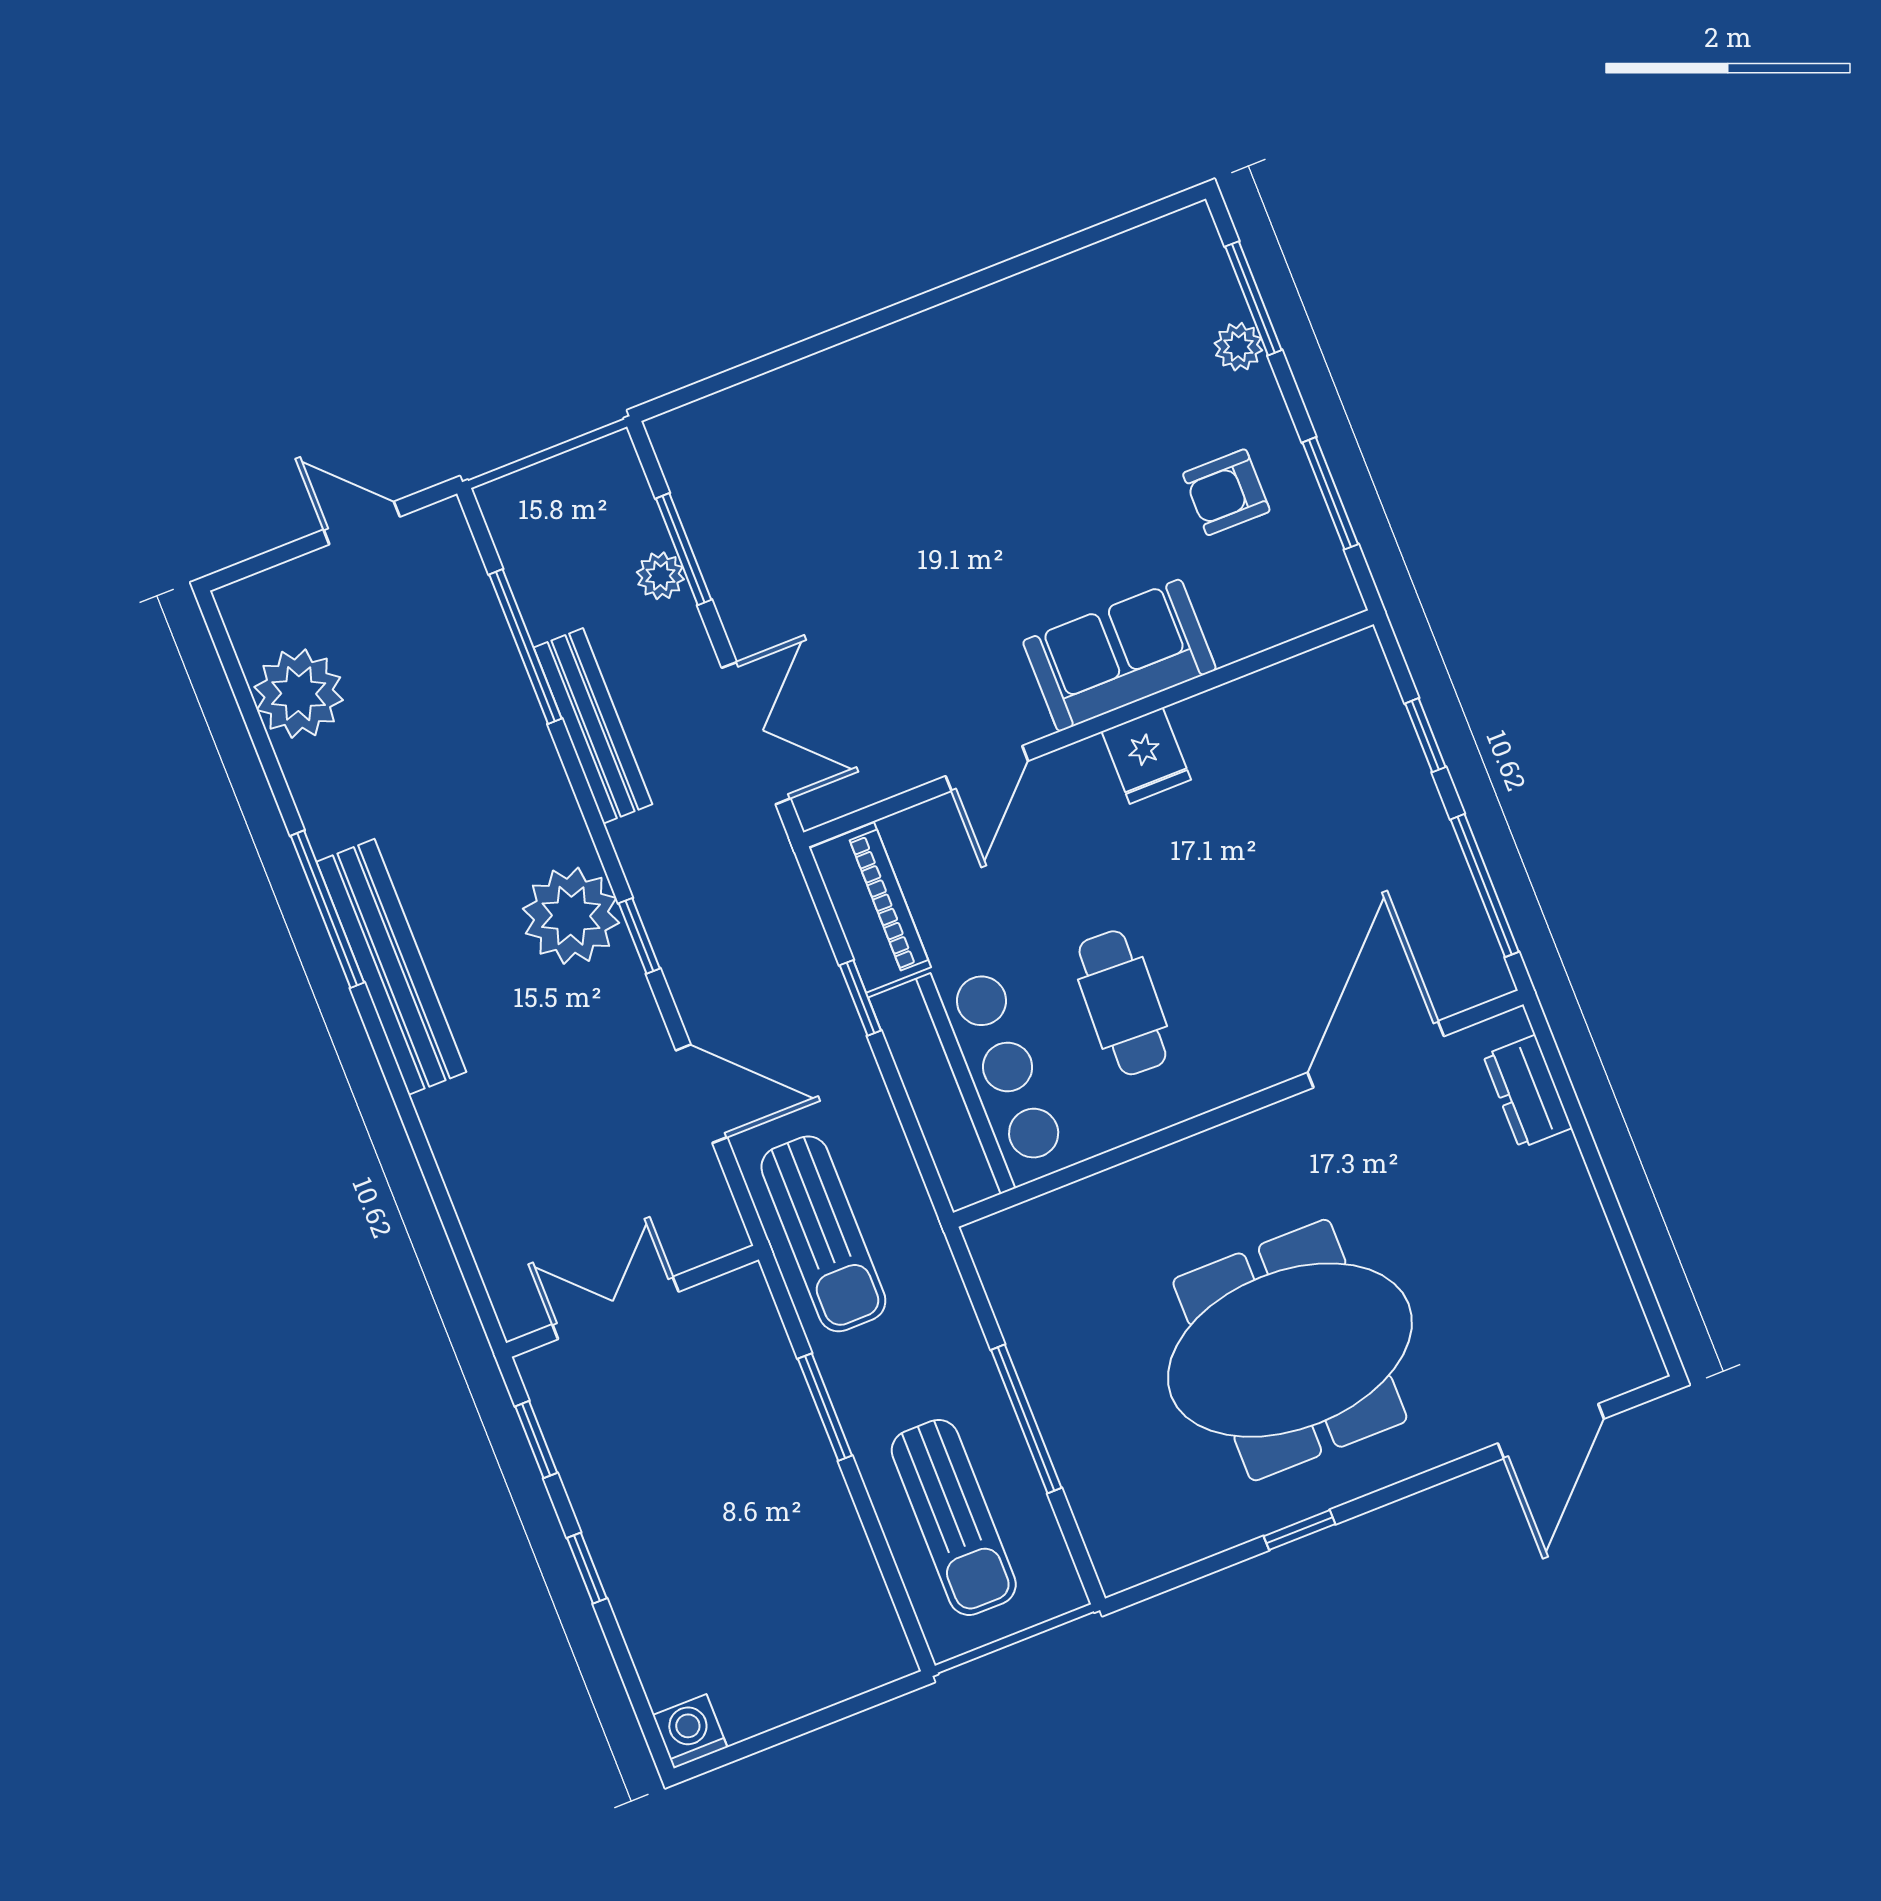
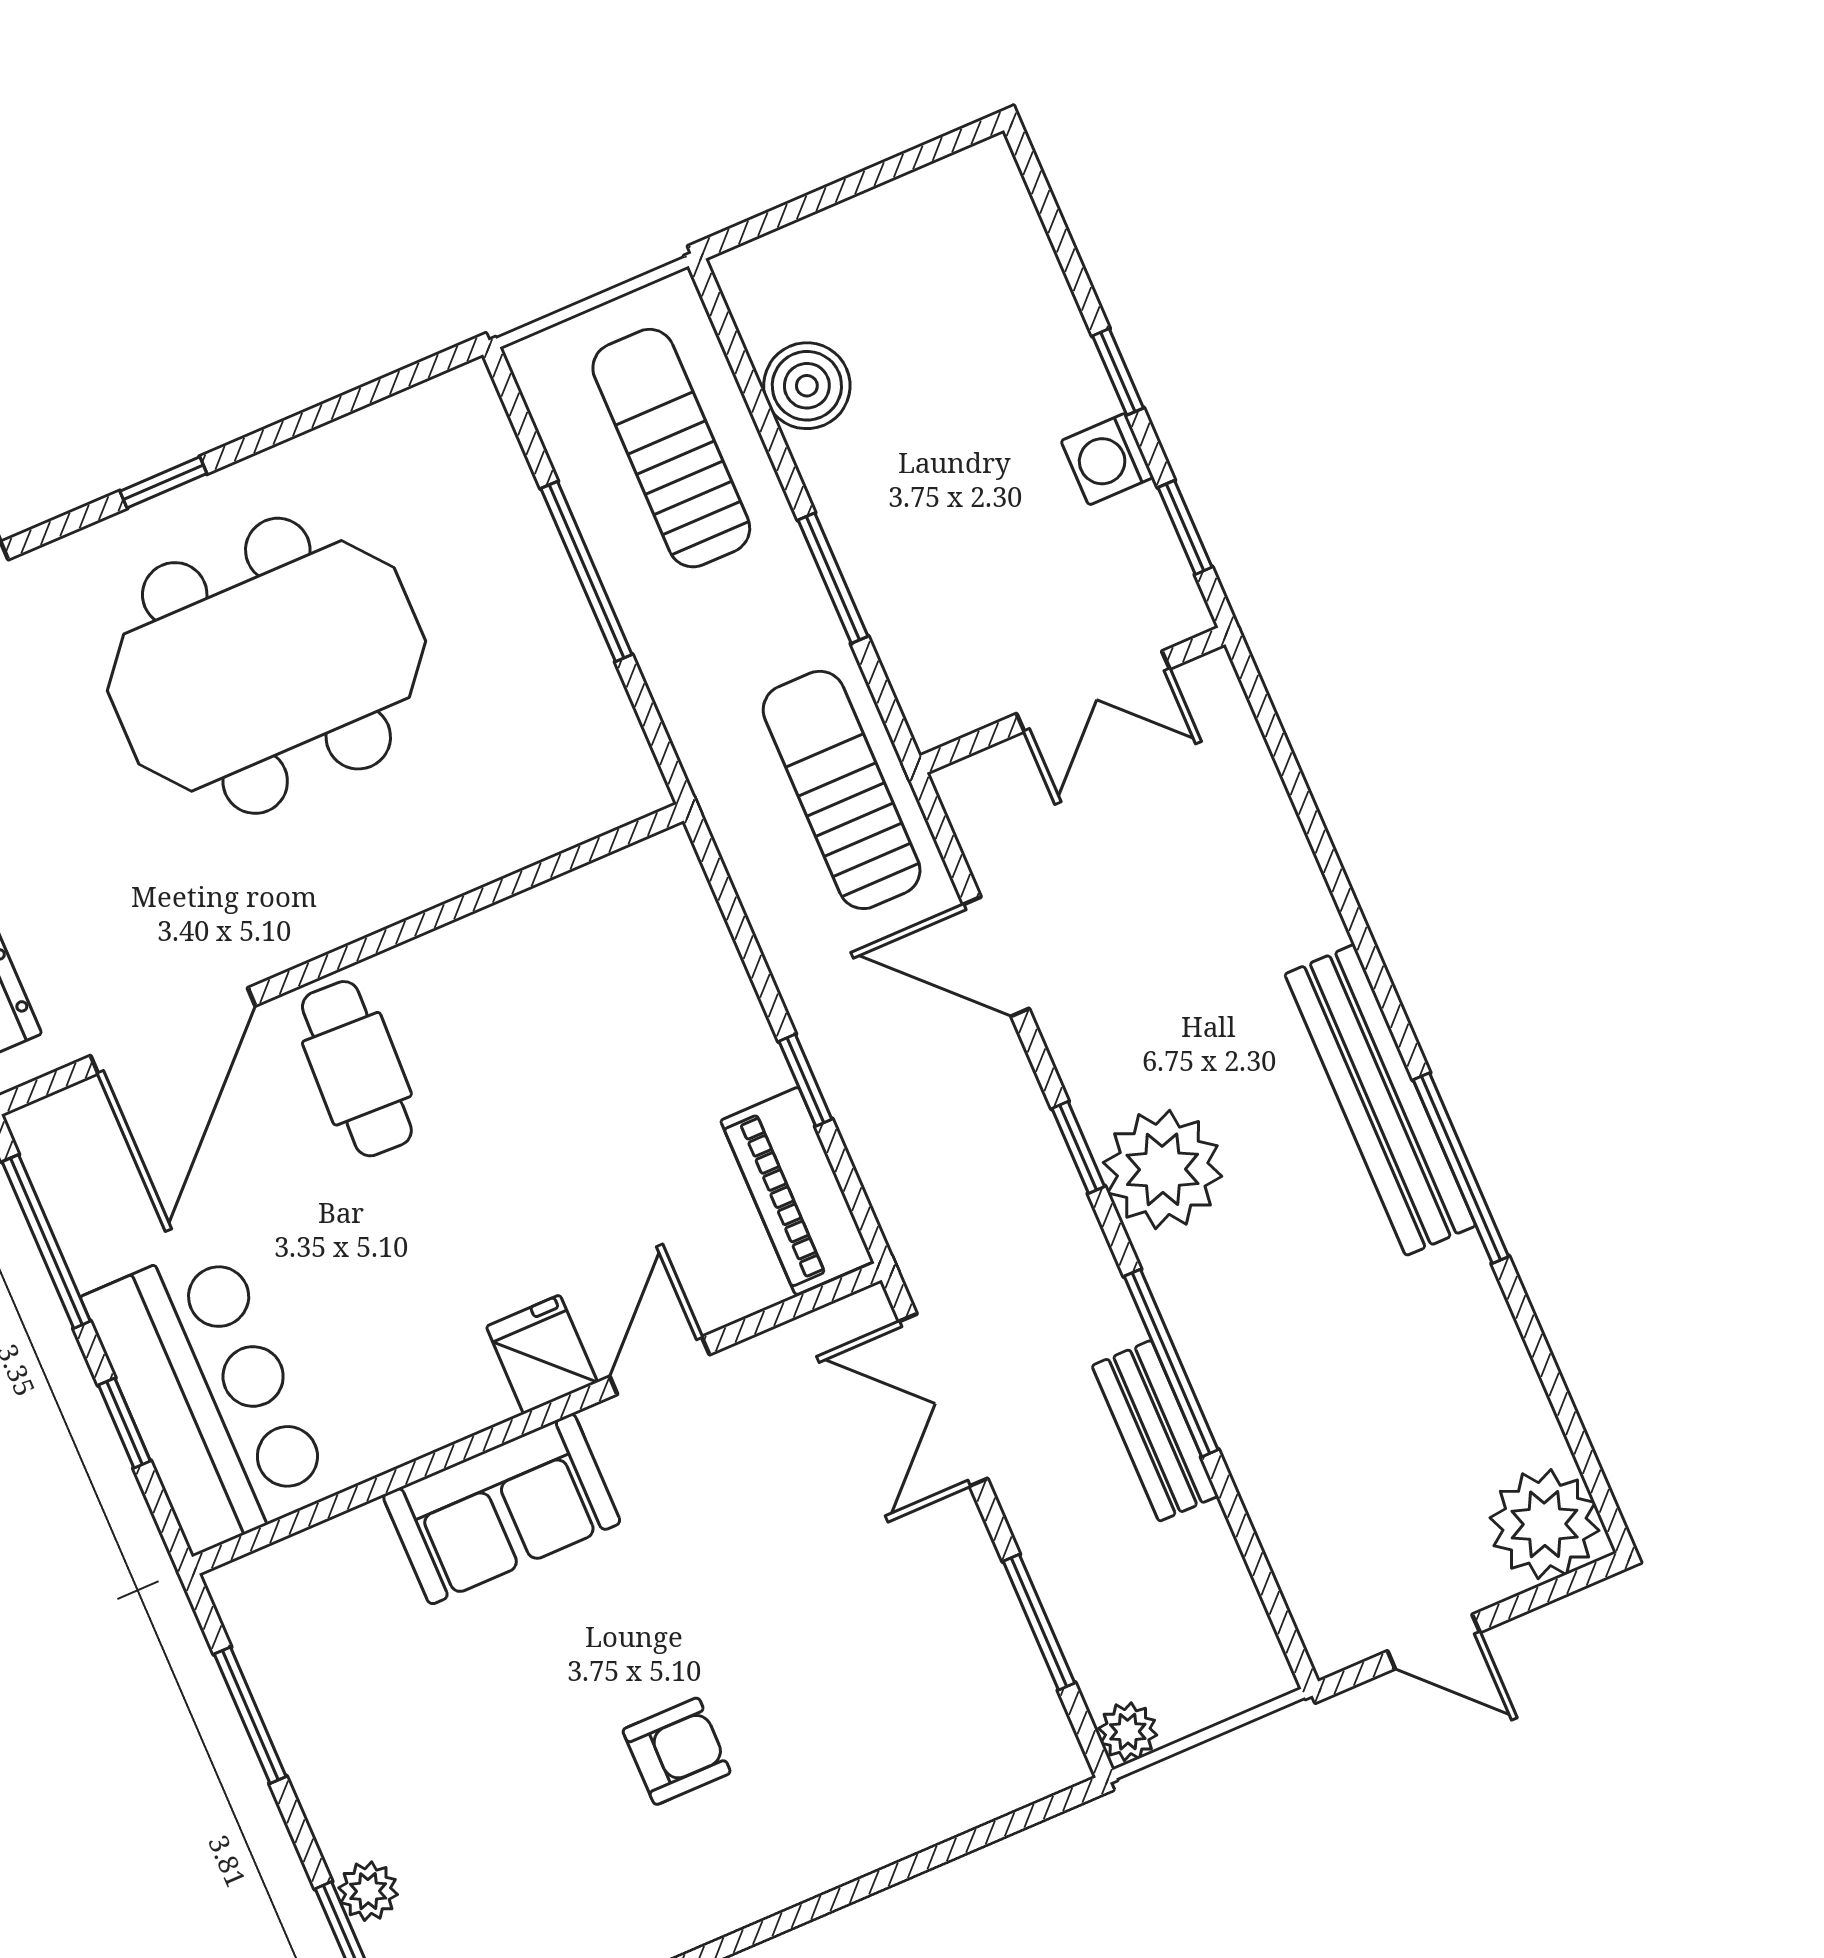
armchair: (1226, 492) -> (677, 1751), moved
plant: (660, 576) -> (1128, 1732), moved
window: (525, 647) -> (1171, 1363), moved
plant: (299, 694) -> (1545, 1524), moved
bench: (593, 726) -> (1155, 1431), width x0.73
fridge: (1146, 756) -> (542, 1354), moved
cafe table: (1122, 1003) -> (357, 1069), moved
bar counter: (970, 1082) -> (208, 1396), moved, turned 180
window: (1300, 1530) -> (163, 482), moved
boiler: (841, 1565) -> (807, 386), added
washing machine: (690, 1731) -> (1107, 459), moved, turned 90

